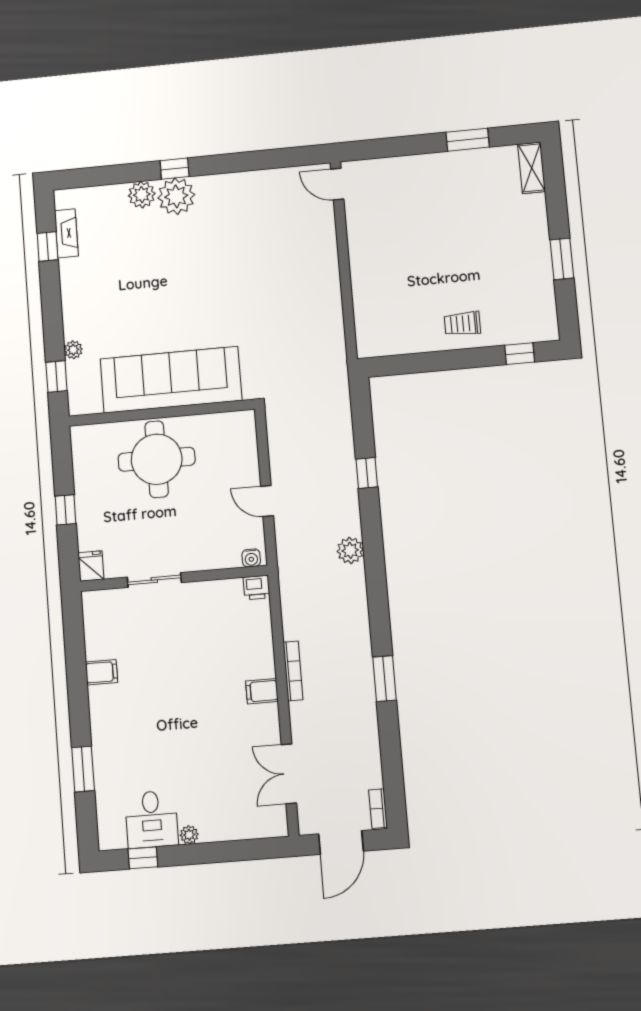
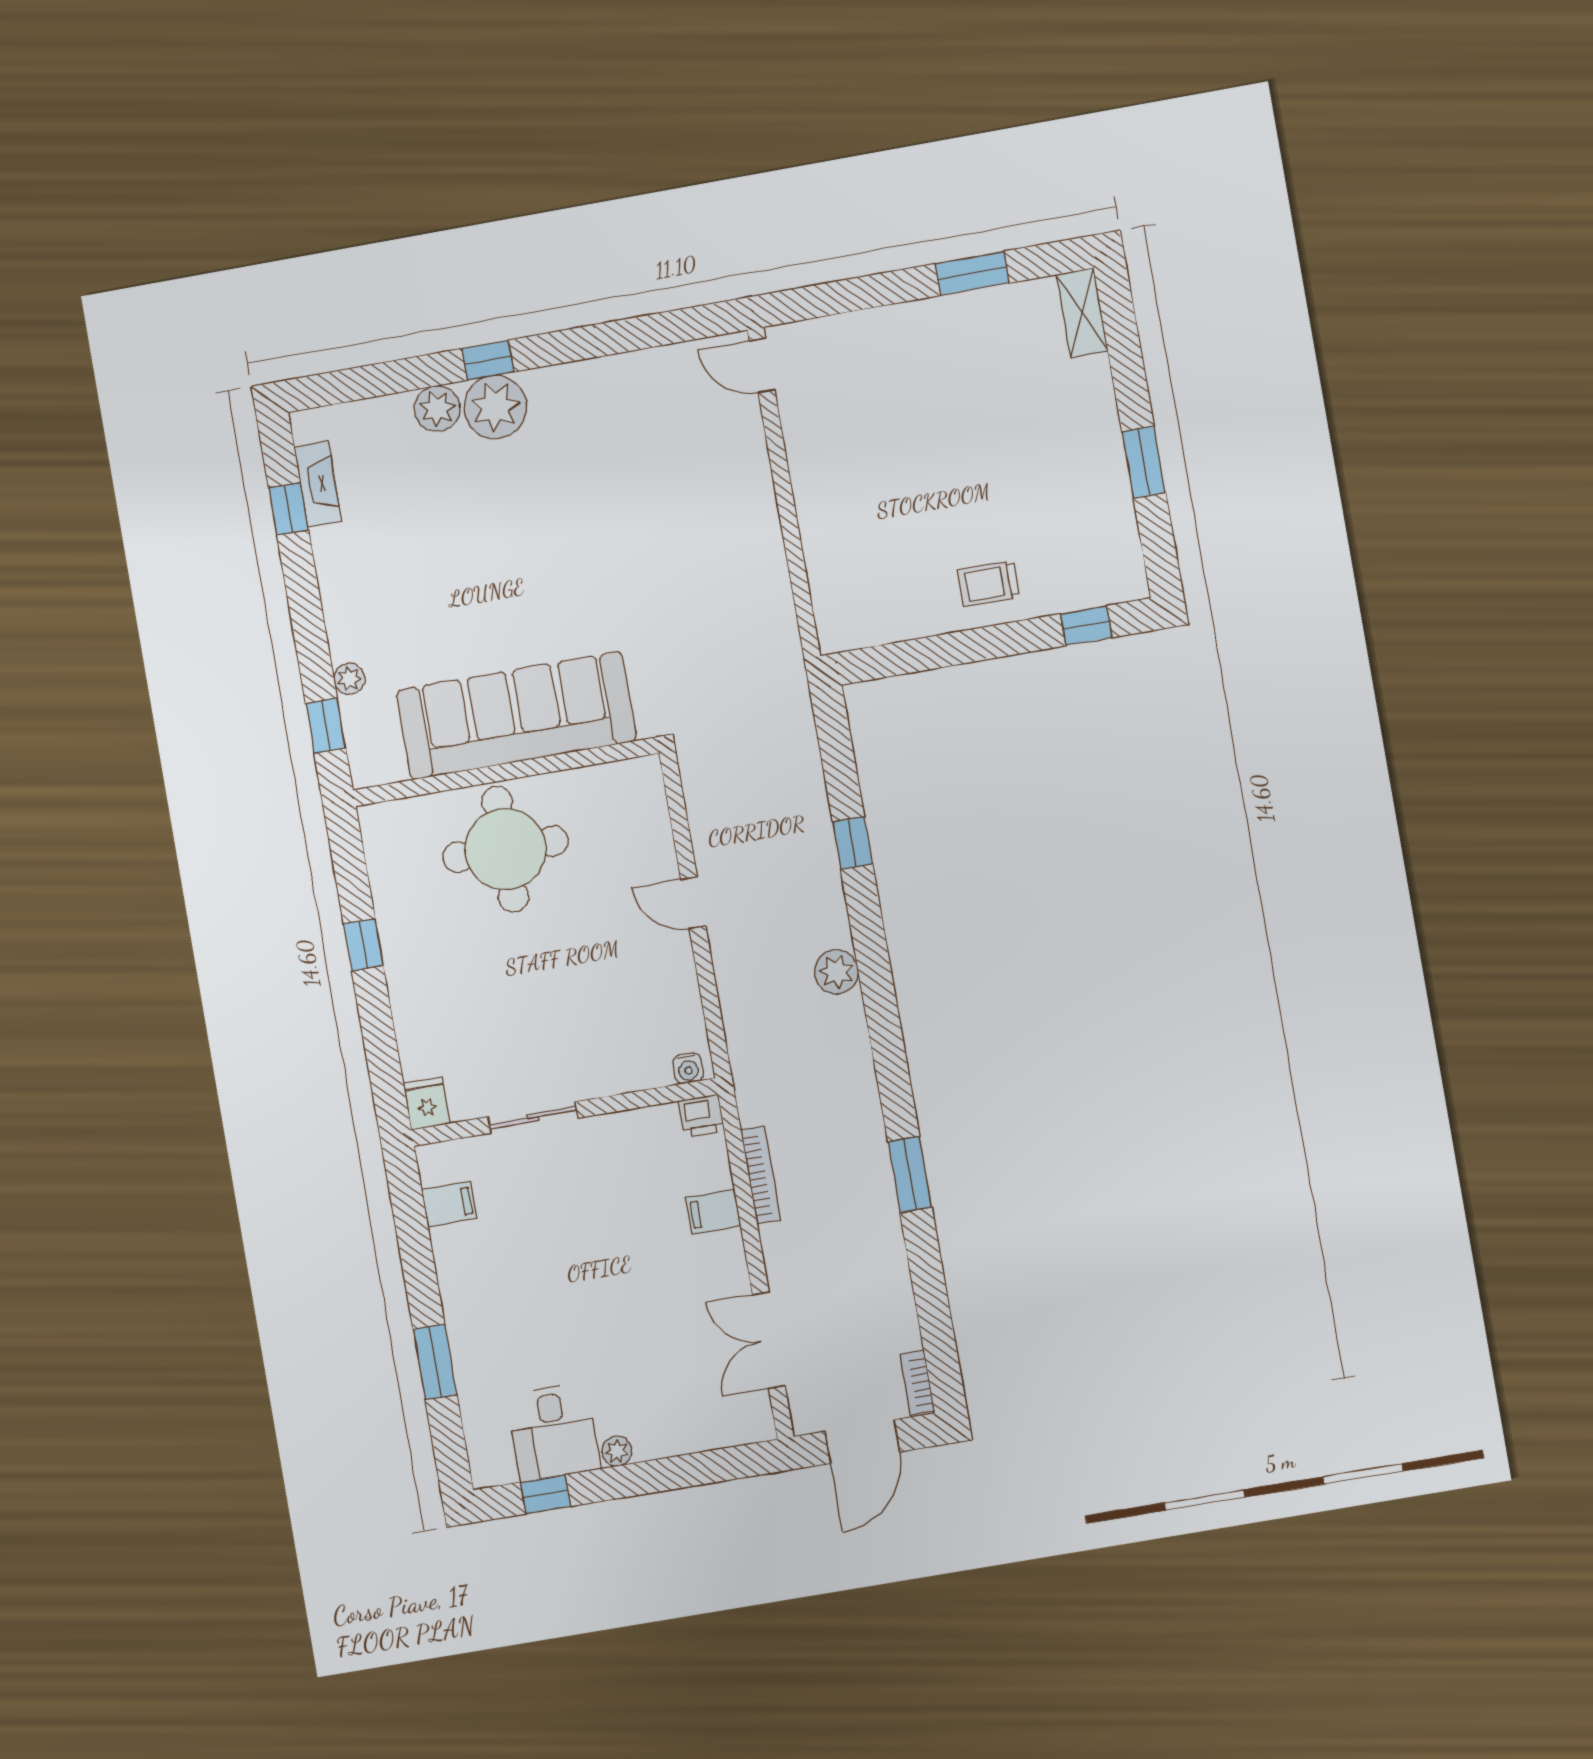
water cooler: (251, 558) -> (688, 1068), moved
fridge: (91, 566) -> (427, 1104), moved
wall: (174, 578) -> (564, 1112), moved
sliding door: (154, 580) -> (533, 1118), moved
printer: (256, 588) -> (701, 1116), moved

